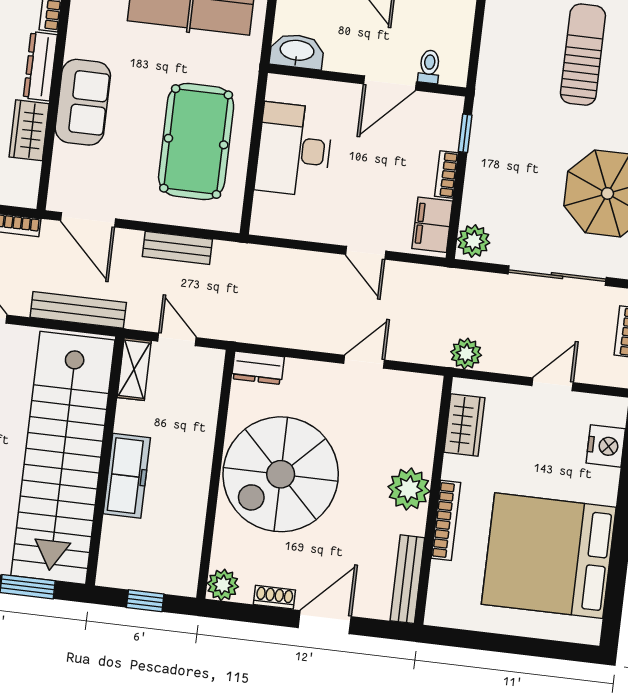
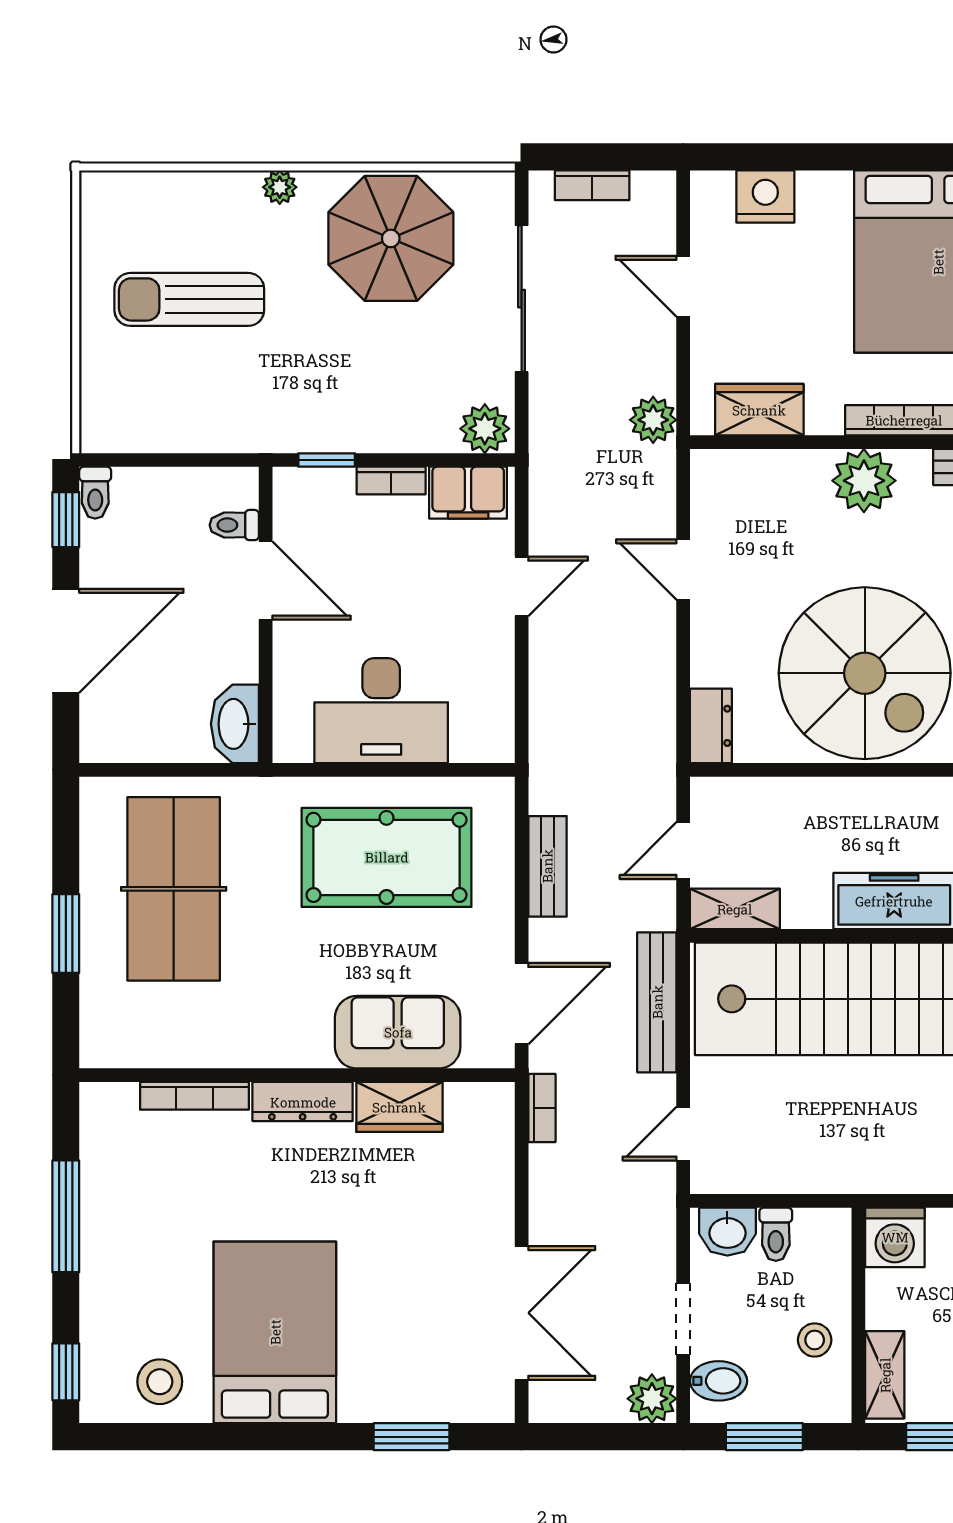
sofa: (83, 102) -> (398, 1032), moved

